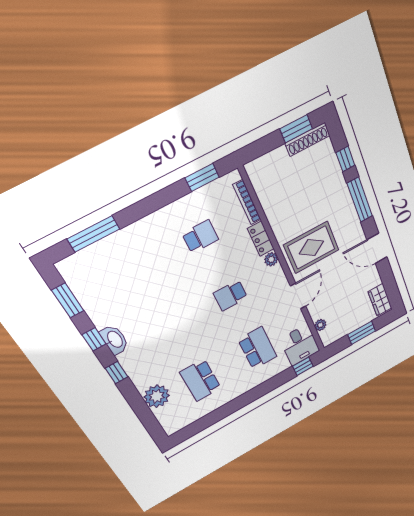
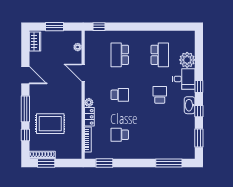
rug: (311, 248) -> (50, 124), moved
door: (298, 296) -> (83, 73), hinge flipped
school desk: (170, 328) -> (160, 95), added
desk: (300, 345) -> (184, 79), moved, turned 90

